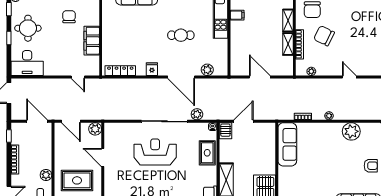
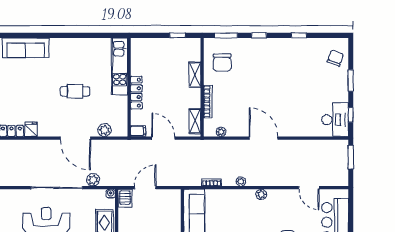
filing cabinet: (237, 15) -> (138, 131), moved
locker: (235, 36) -> (136, 93), added
chair: (324, 36) -> (235, 92), removed
shelving: (288, 44) -> (195, 121), moved
fridge: (152, 69) -> (31, 129), moved
door: (349, 77) -> (264, 138), width x1.88
plant: (351, 131) -> (261, 194), width x0.53, depth x0.53

